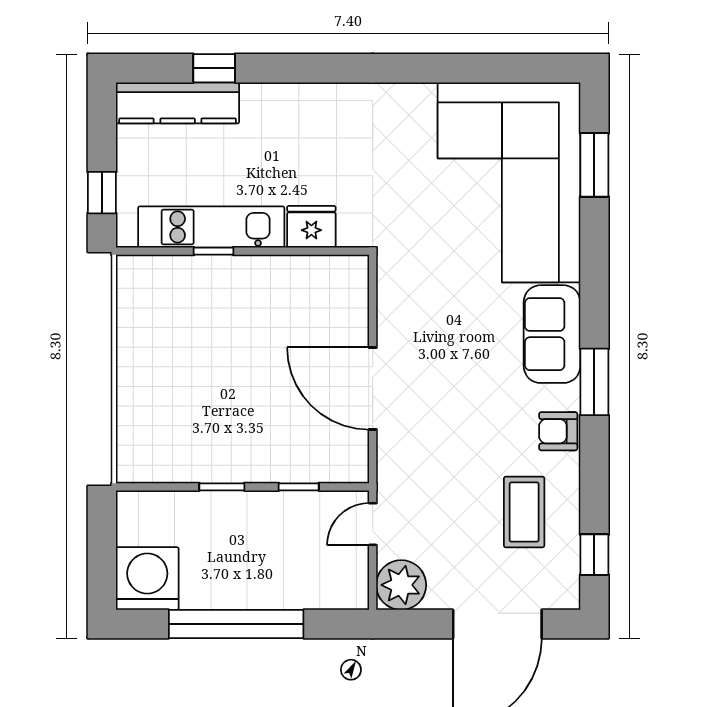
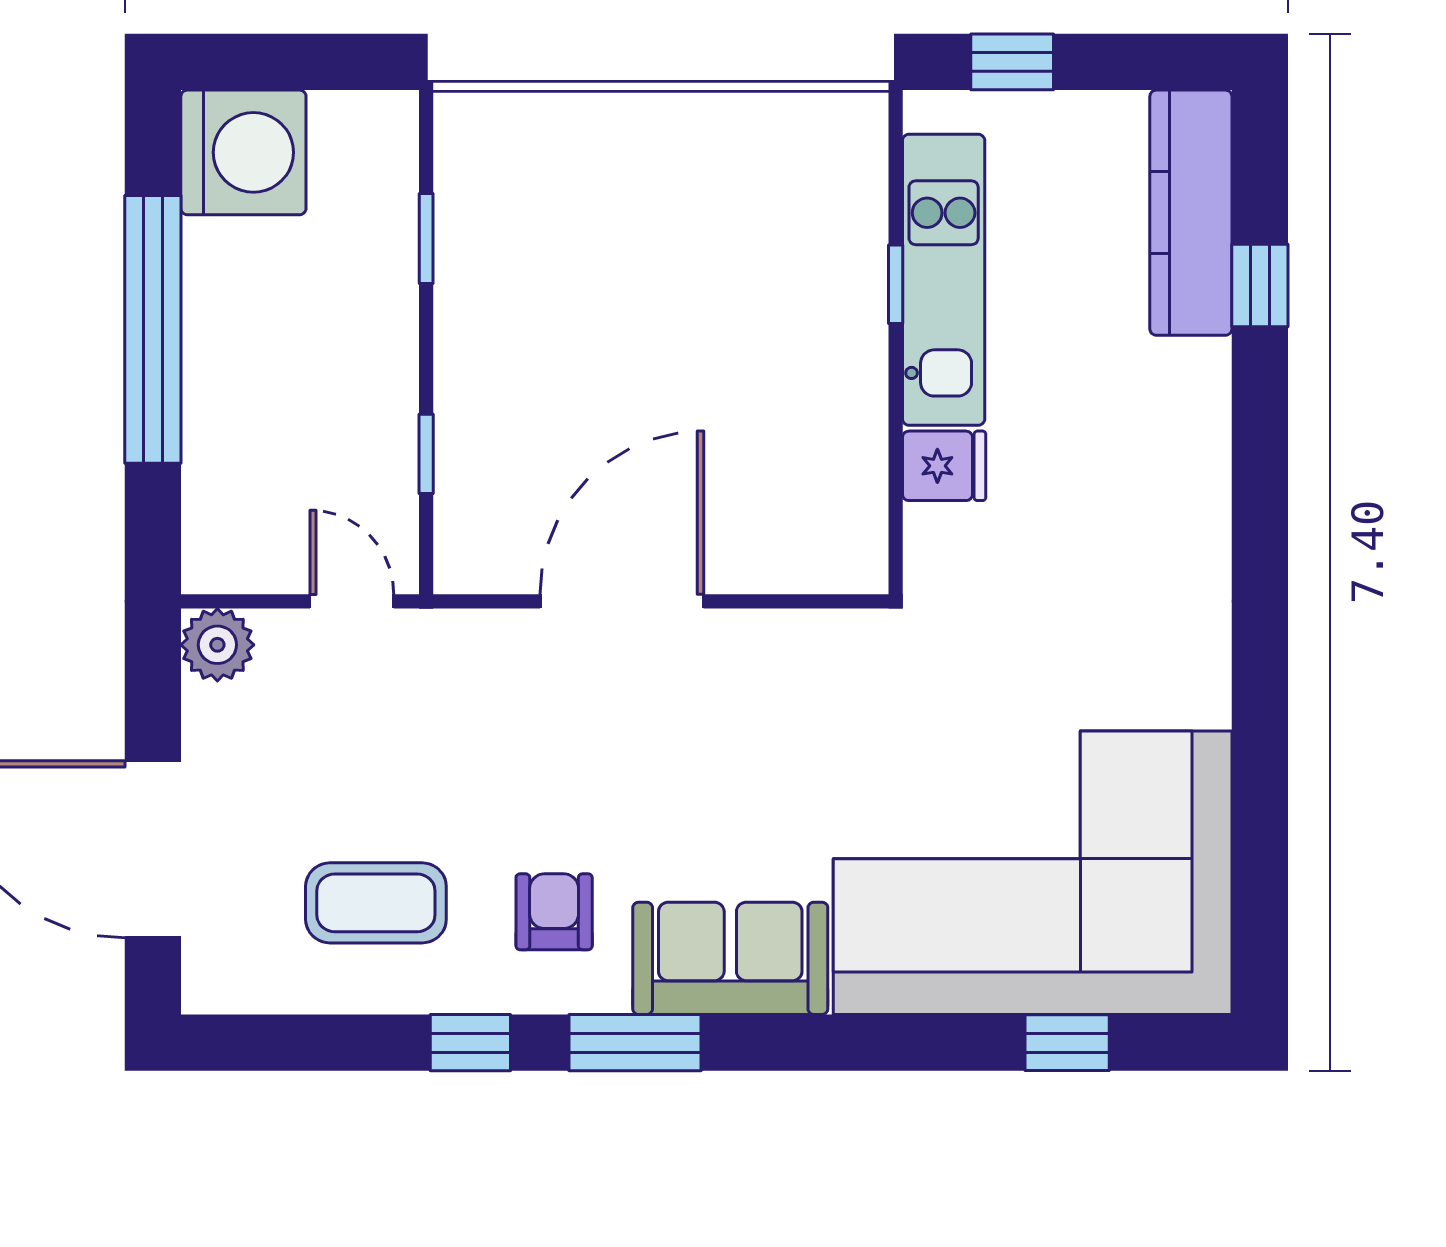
window: (594, 165) -> (1067, 1043), width x0.67
fridge: (311, 227) -> (944, 466), width x0.72
armchair: (558, 431) -> (554, 912), moved
window: (222, 487) -> (426, 239), moved
window: (594, 555) -> (470, 1043), moved
plant: (401, 585) -> (217, 645), width x0.73, depth x0.73

